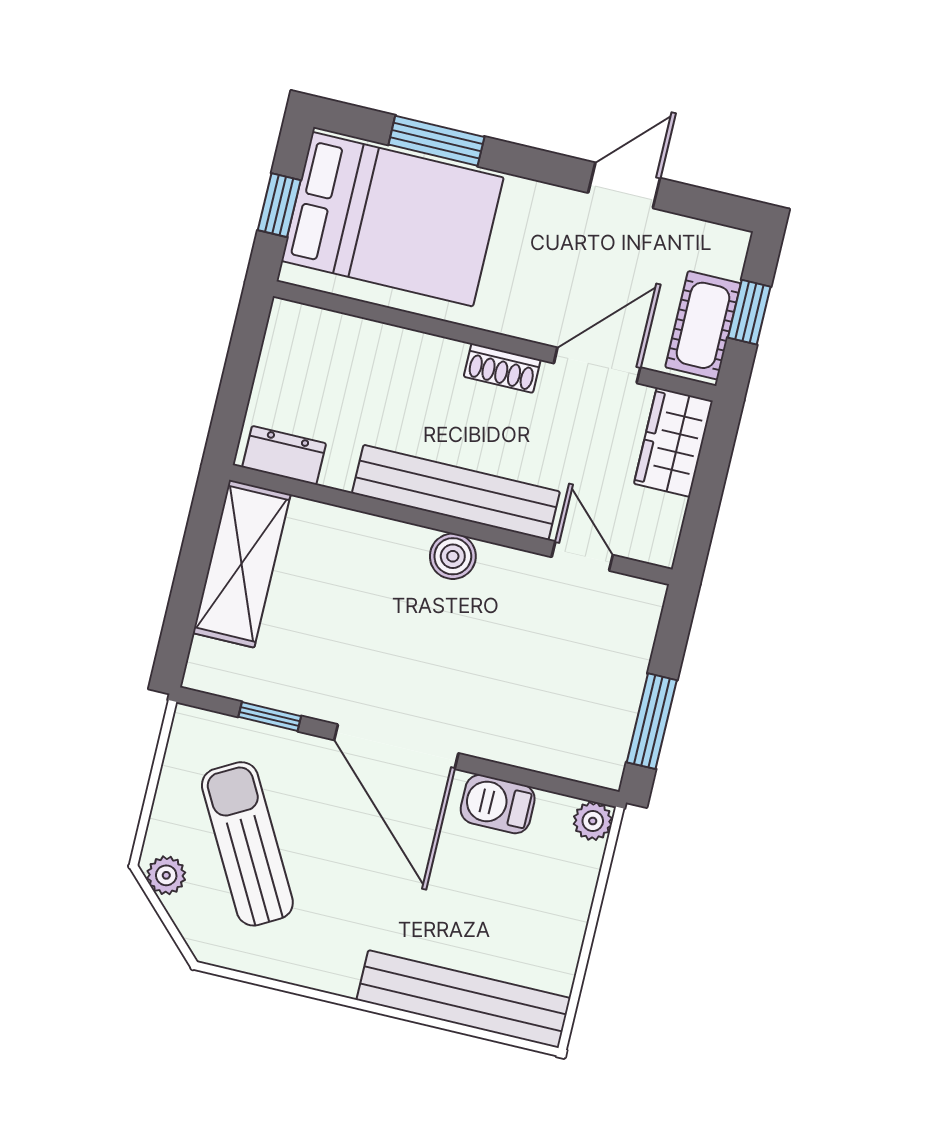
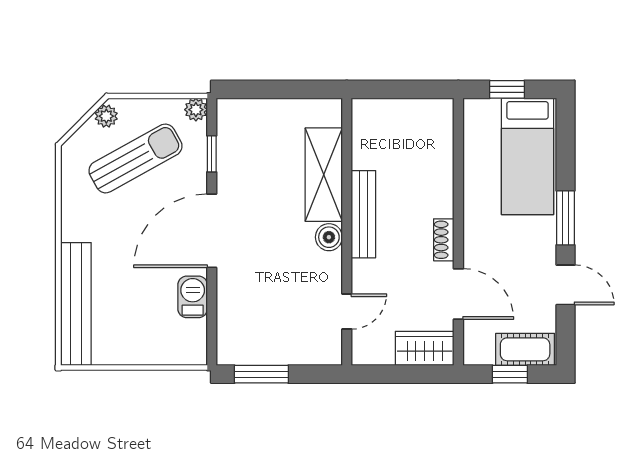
window: (436, 141) -> (566, 218), moved
bed: (393, 219) -> (527, 156), width x0.67
cot: (703, 325) -> (525, 349), moved
dresser: (284, 455) -> (364, 126), removed
bench: (456, 492) -> (363, 214), width x0.73, depth x0.82
shelving: (242, 564) -> (324, 175), moved, turned 90
plant: (593, 821) -> (196, 110), moved

